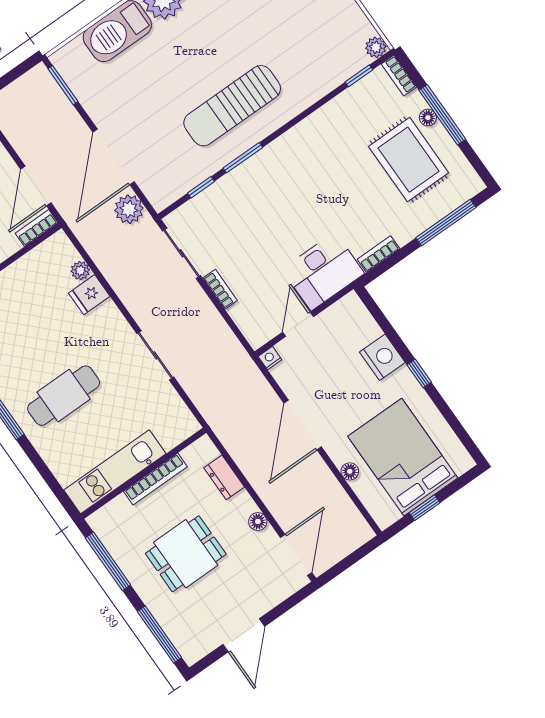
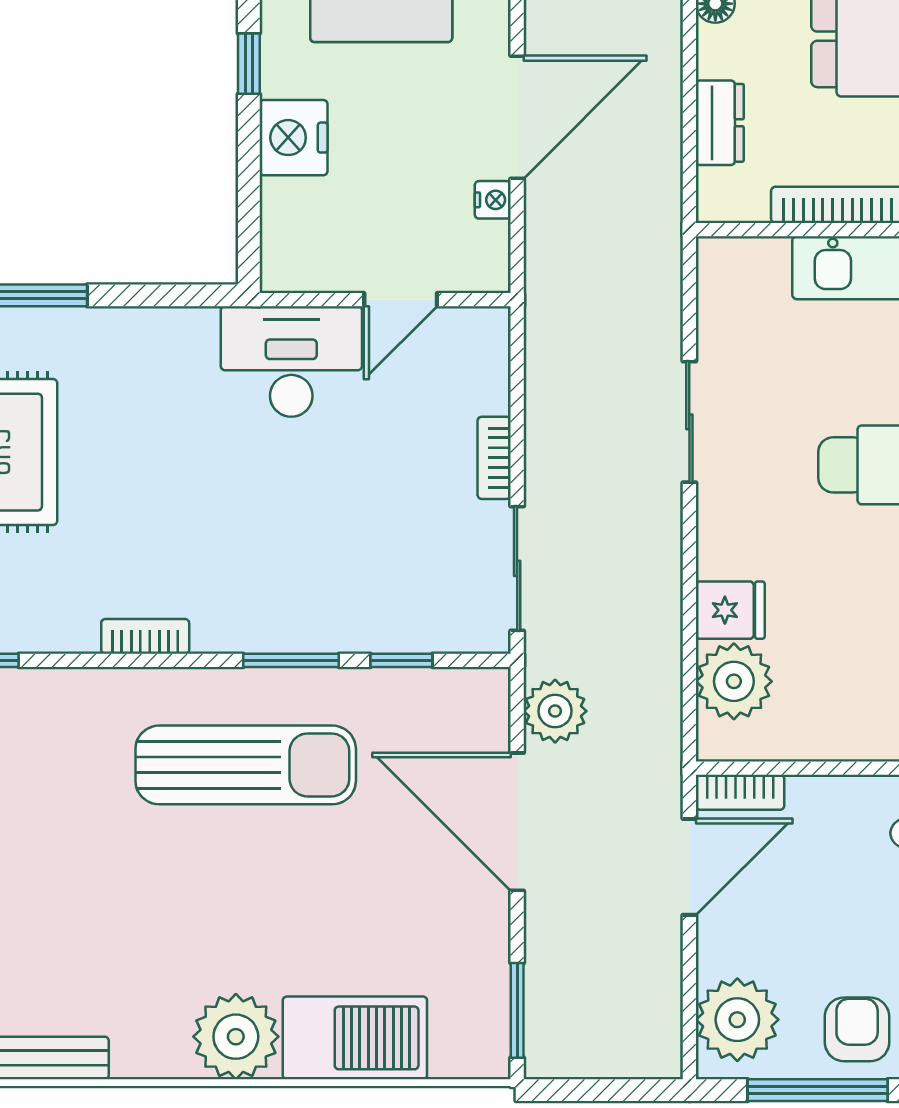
door: (114, 157) -> (517, 822), swing flipped
bookcase: (378, 254) -> (145, 636), moved, turned 180
plant: (80, 271) -> (734, 681), width x1.88, depth x1.88
nightstand: (270, 358) -> (493, 200), moved, turned -90

